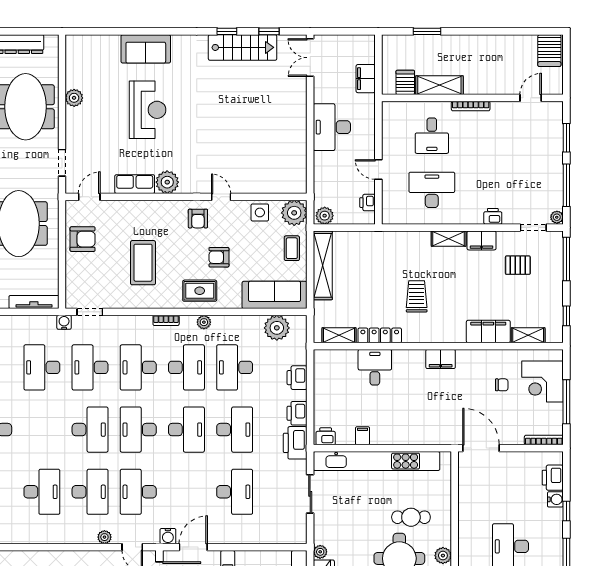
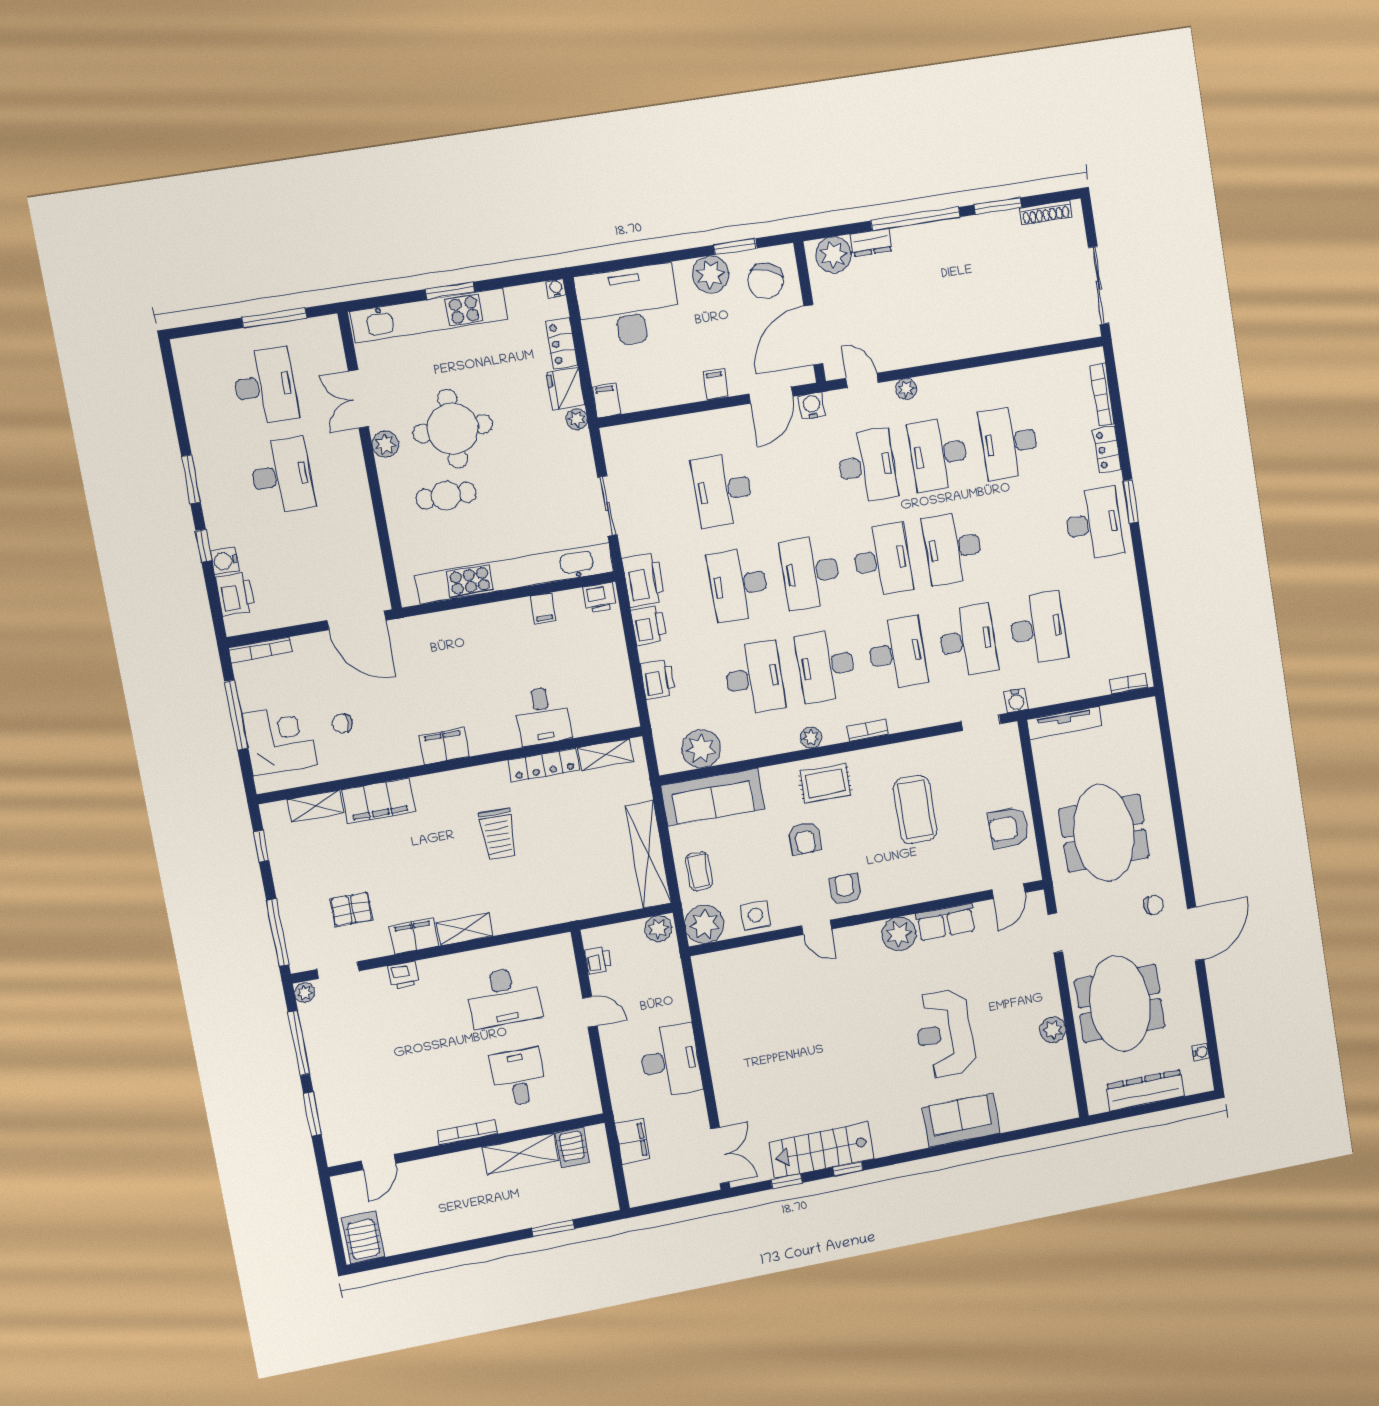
armchair: (219, 257) -> (805, 838), turned 90

